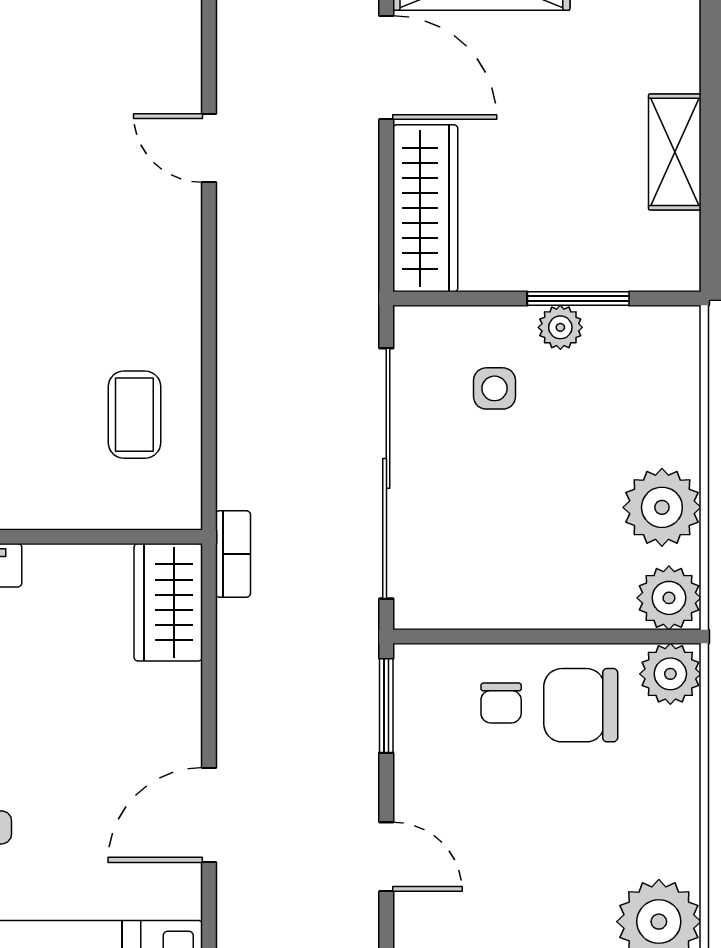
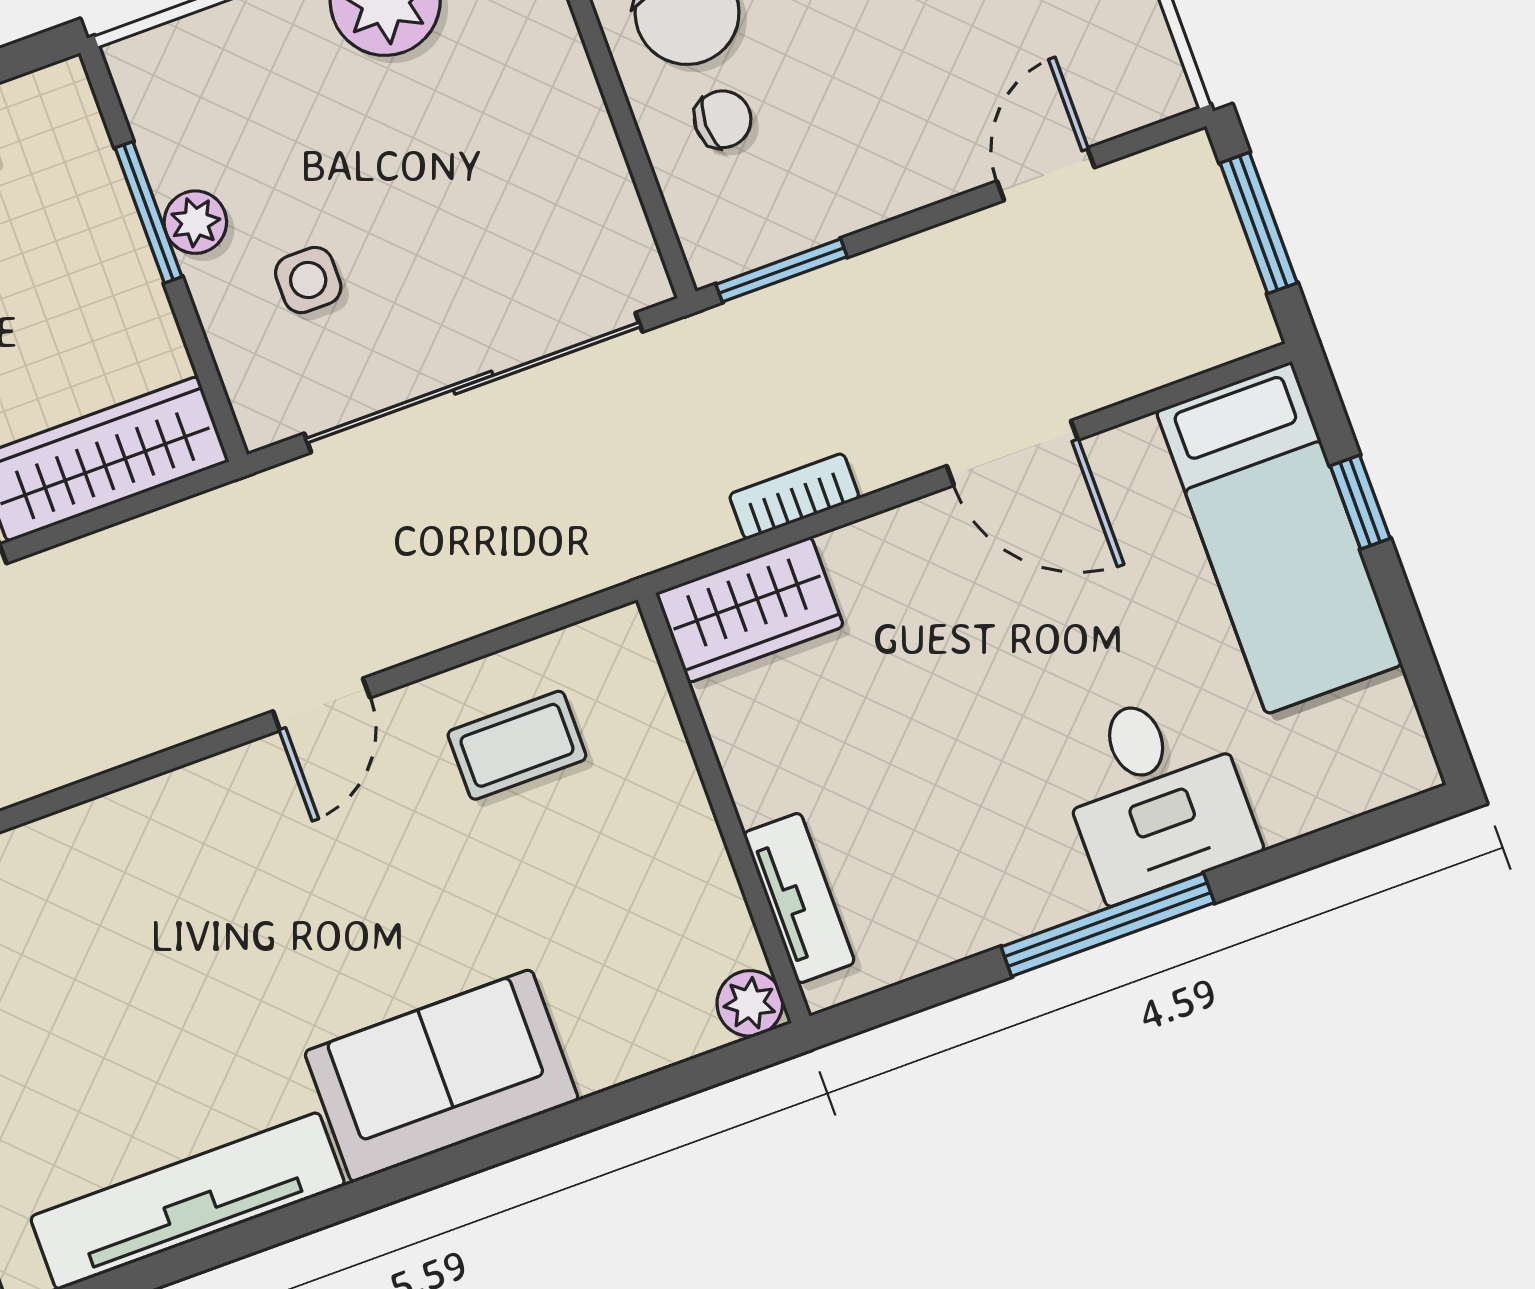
door: (209, 148) -> (321, 704), moved
bookcase: (233, 554) -> (794, 496), moved
door: (386, 857) -> (1046, 174), moved

